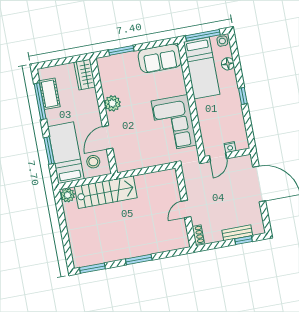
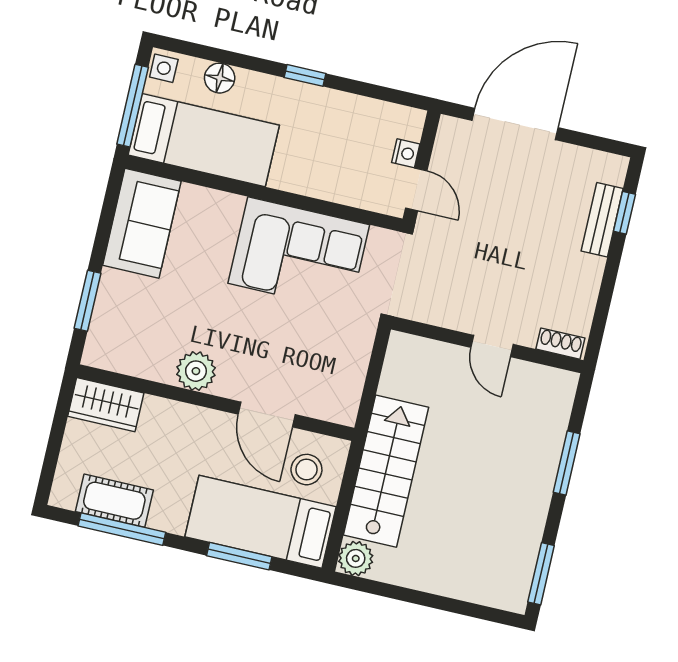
wall: (186, 207) -> (487, 345), moved
door: (186, 209) -> (492, 346), moved
shoe rack: (198, 235) -> (560, 344), moved

